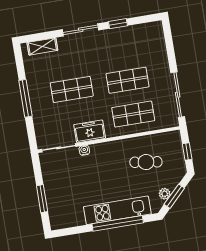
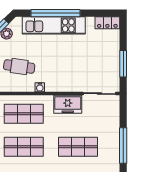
water cooler: (84, 150) -> (40, 87), moved
window: (42, 199) -> (123, 64), moved
locker: (63, 222) -> (107, 23), added

